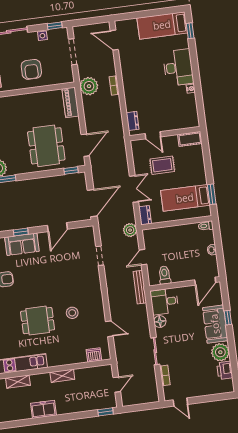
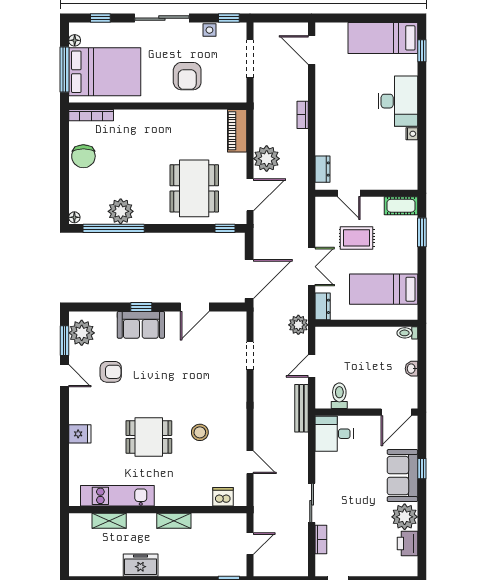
plant: (89, 86) -> (267, 159), moved
window: (212, 194) -> (422, 232), moved
floor lamp: (160, 321) -> (324, 461), removed

